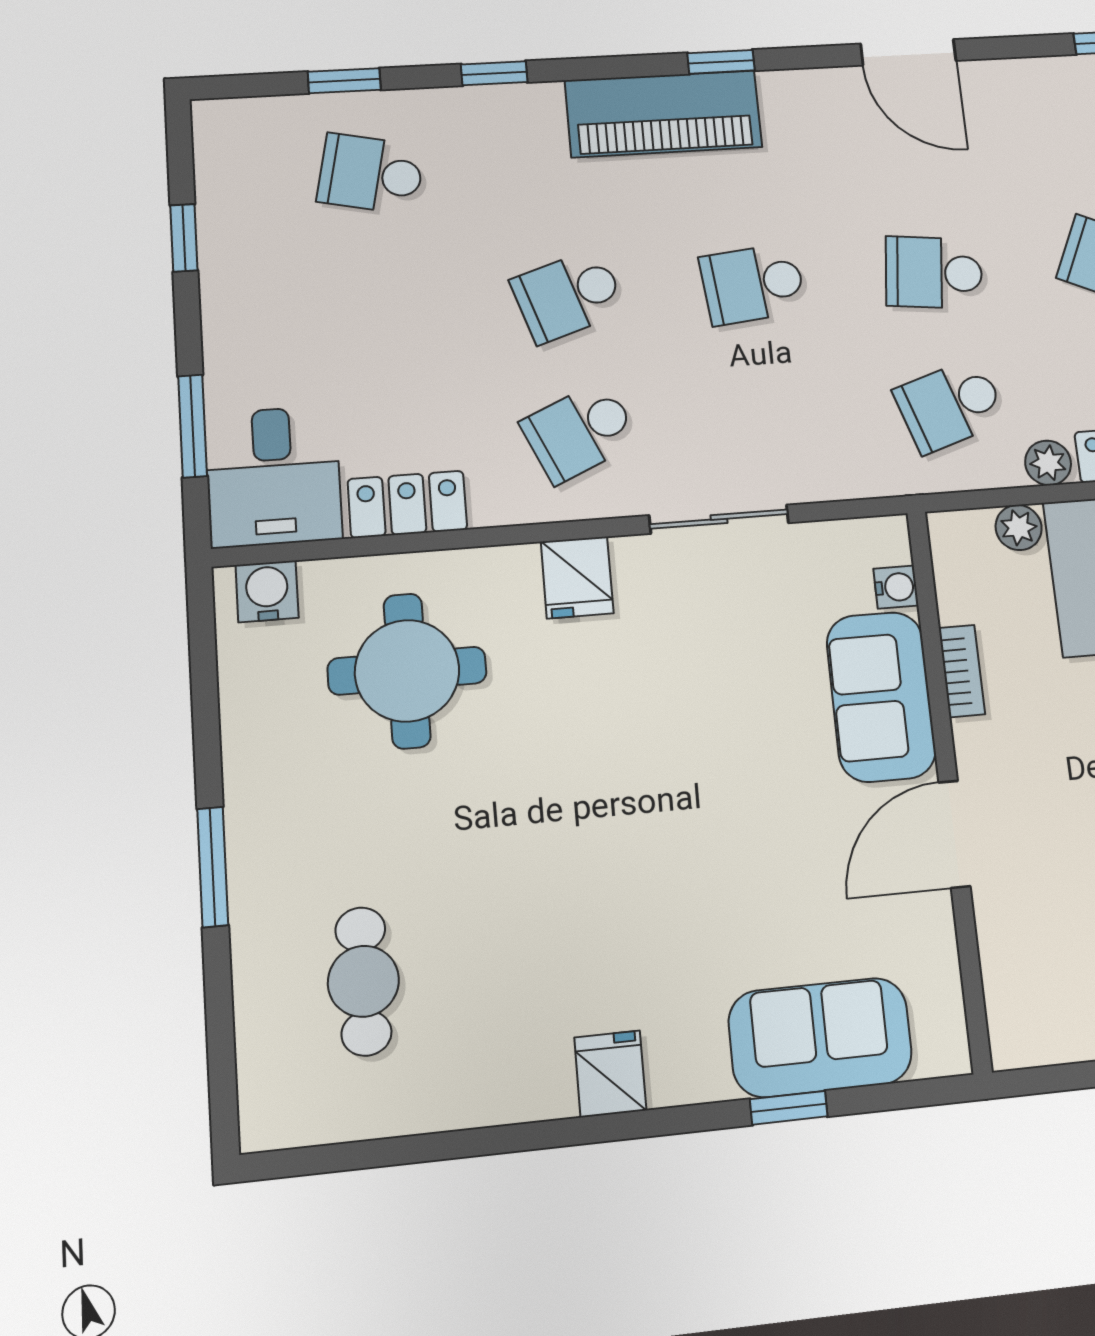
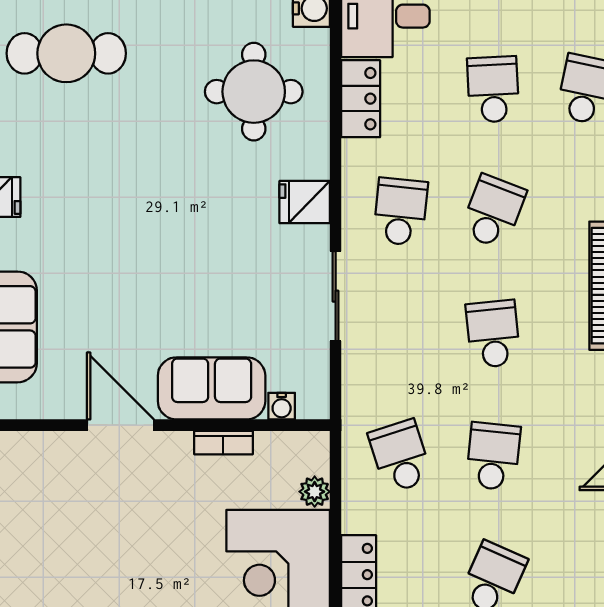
school desk: (568, 296) -> (493, 212), turned 39
school desk: (380, 308) -> (493, 89), added
school desk: (580, 432) -> (400, 212), turned 30
plant: (1048, 463) -> (357, 517), removed
cafe table: (363, 981) -> (66, 53), width x1.37, depth x1.35

